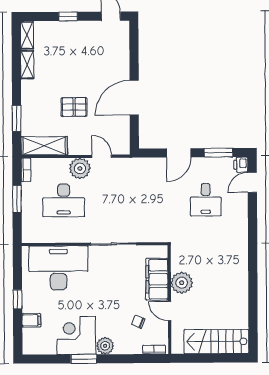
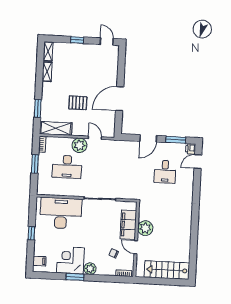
filing cabinet: (31, 320) -> (39, 261), moved

